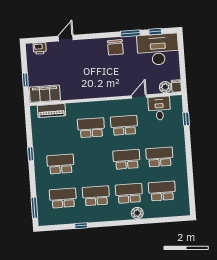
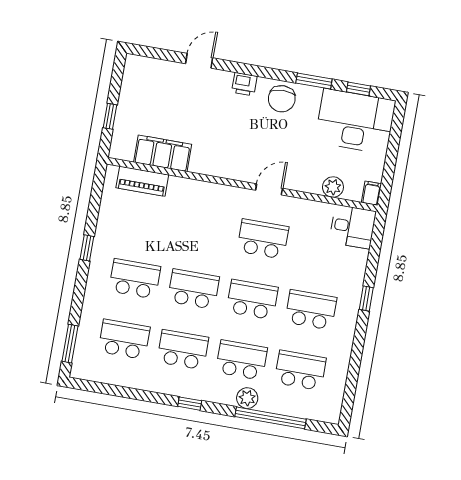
printer: (40, 48) -> (244, 84), moved
plant: (165, 87) -> (333, 187), moved
filing cabinet: (45, 94) -> (163, 153), moved
door: (139, 96) -> (269, 189), moved
desk: (159, 108) -> (353, 227), moved, turned 90
window: (186, 119) -> (366, 298), moved
school desk: (91, 128) -> (193, 289), moved
window: (152, 221) -> (270, 418), added
window: (81, 226) -> (190, 404), moved

